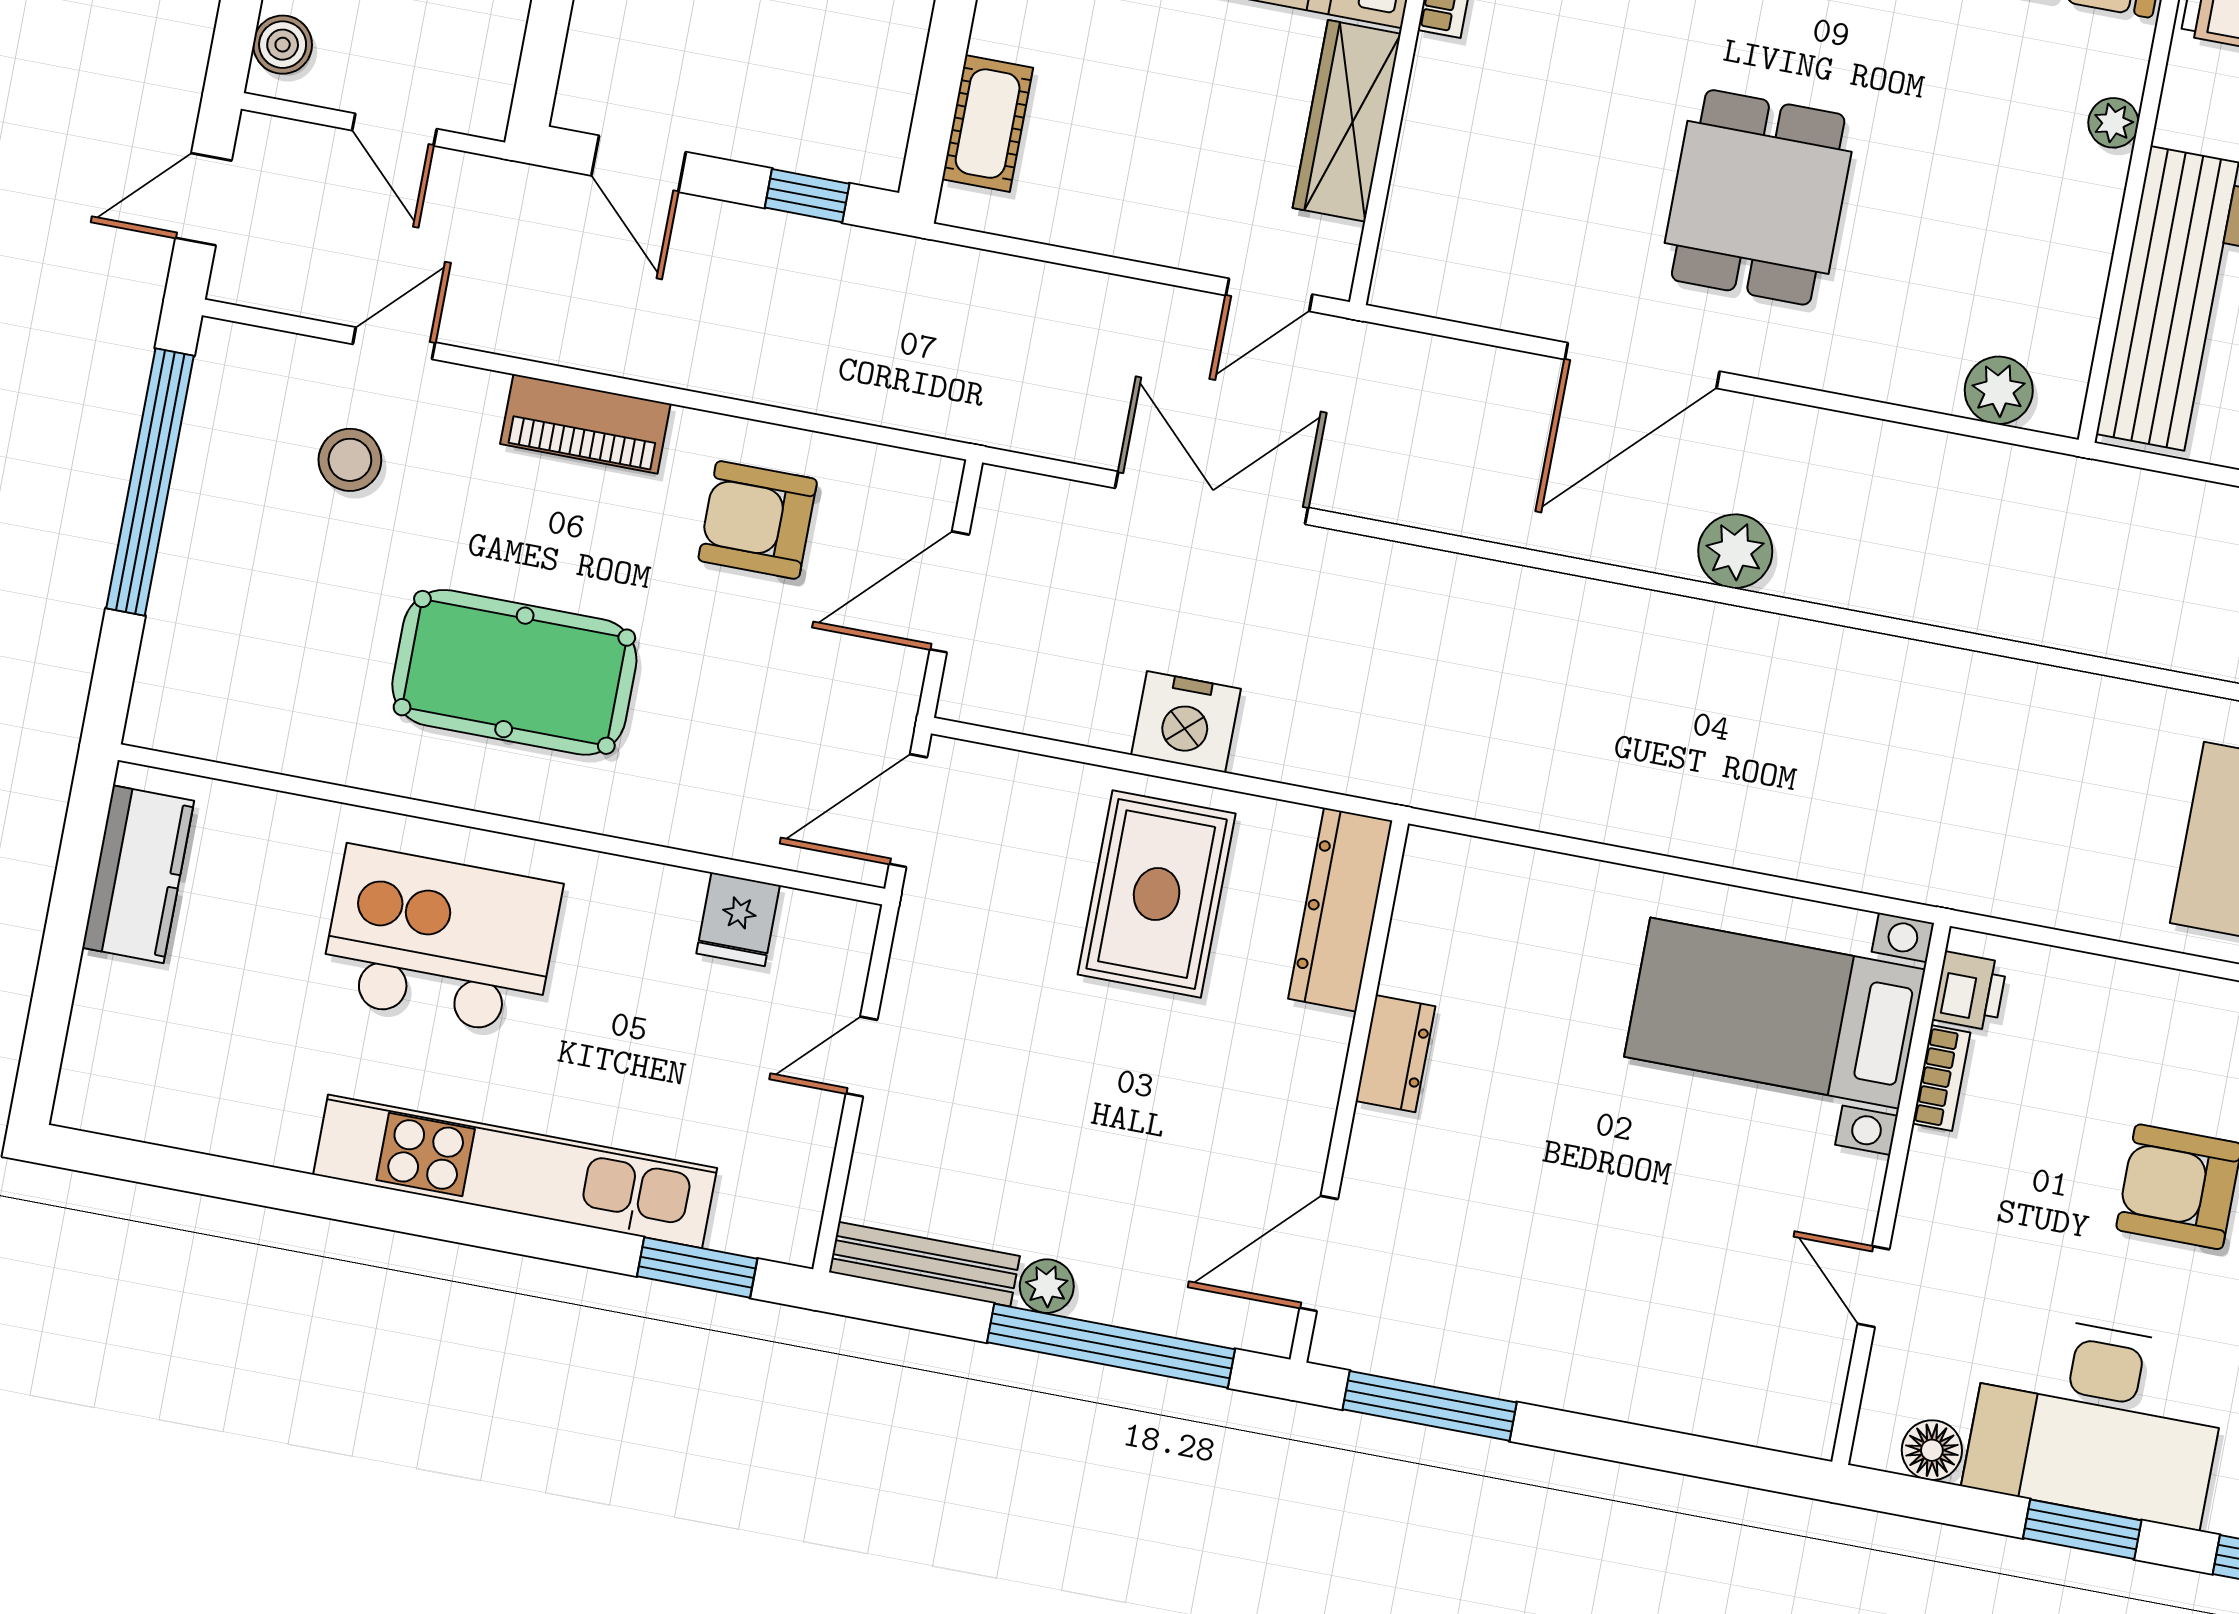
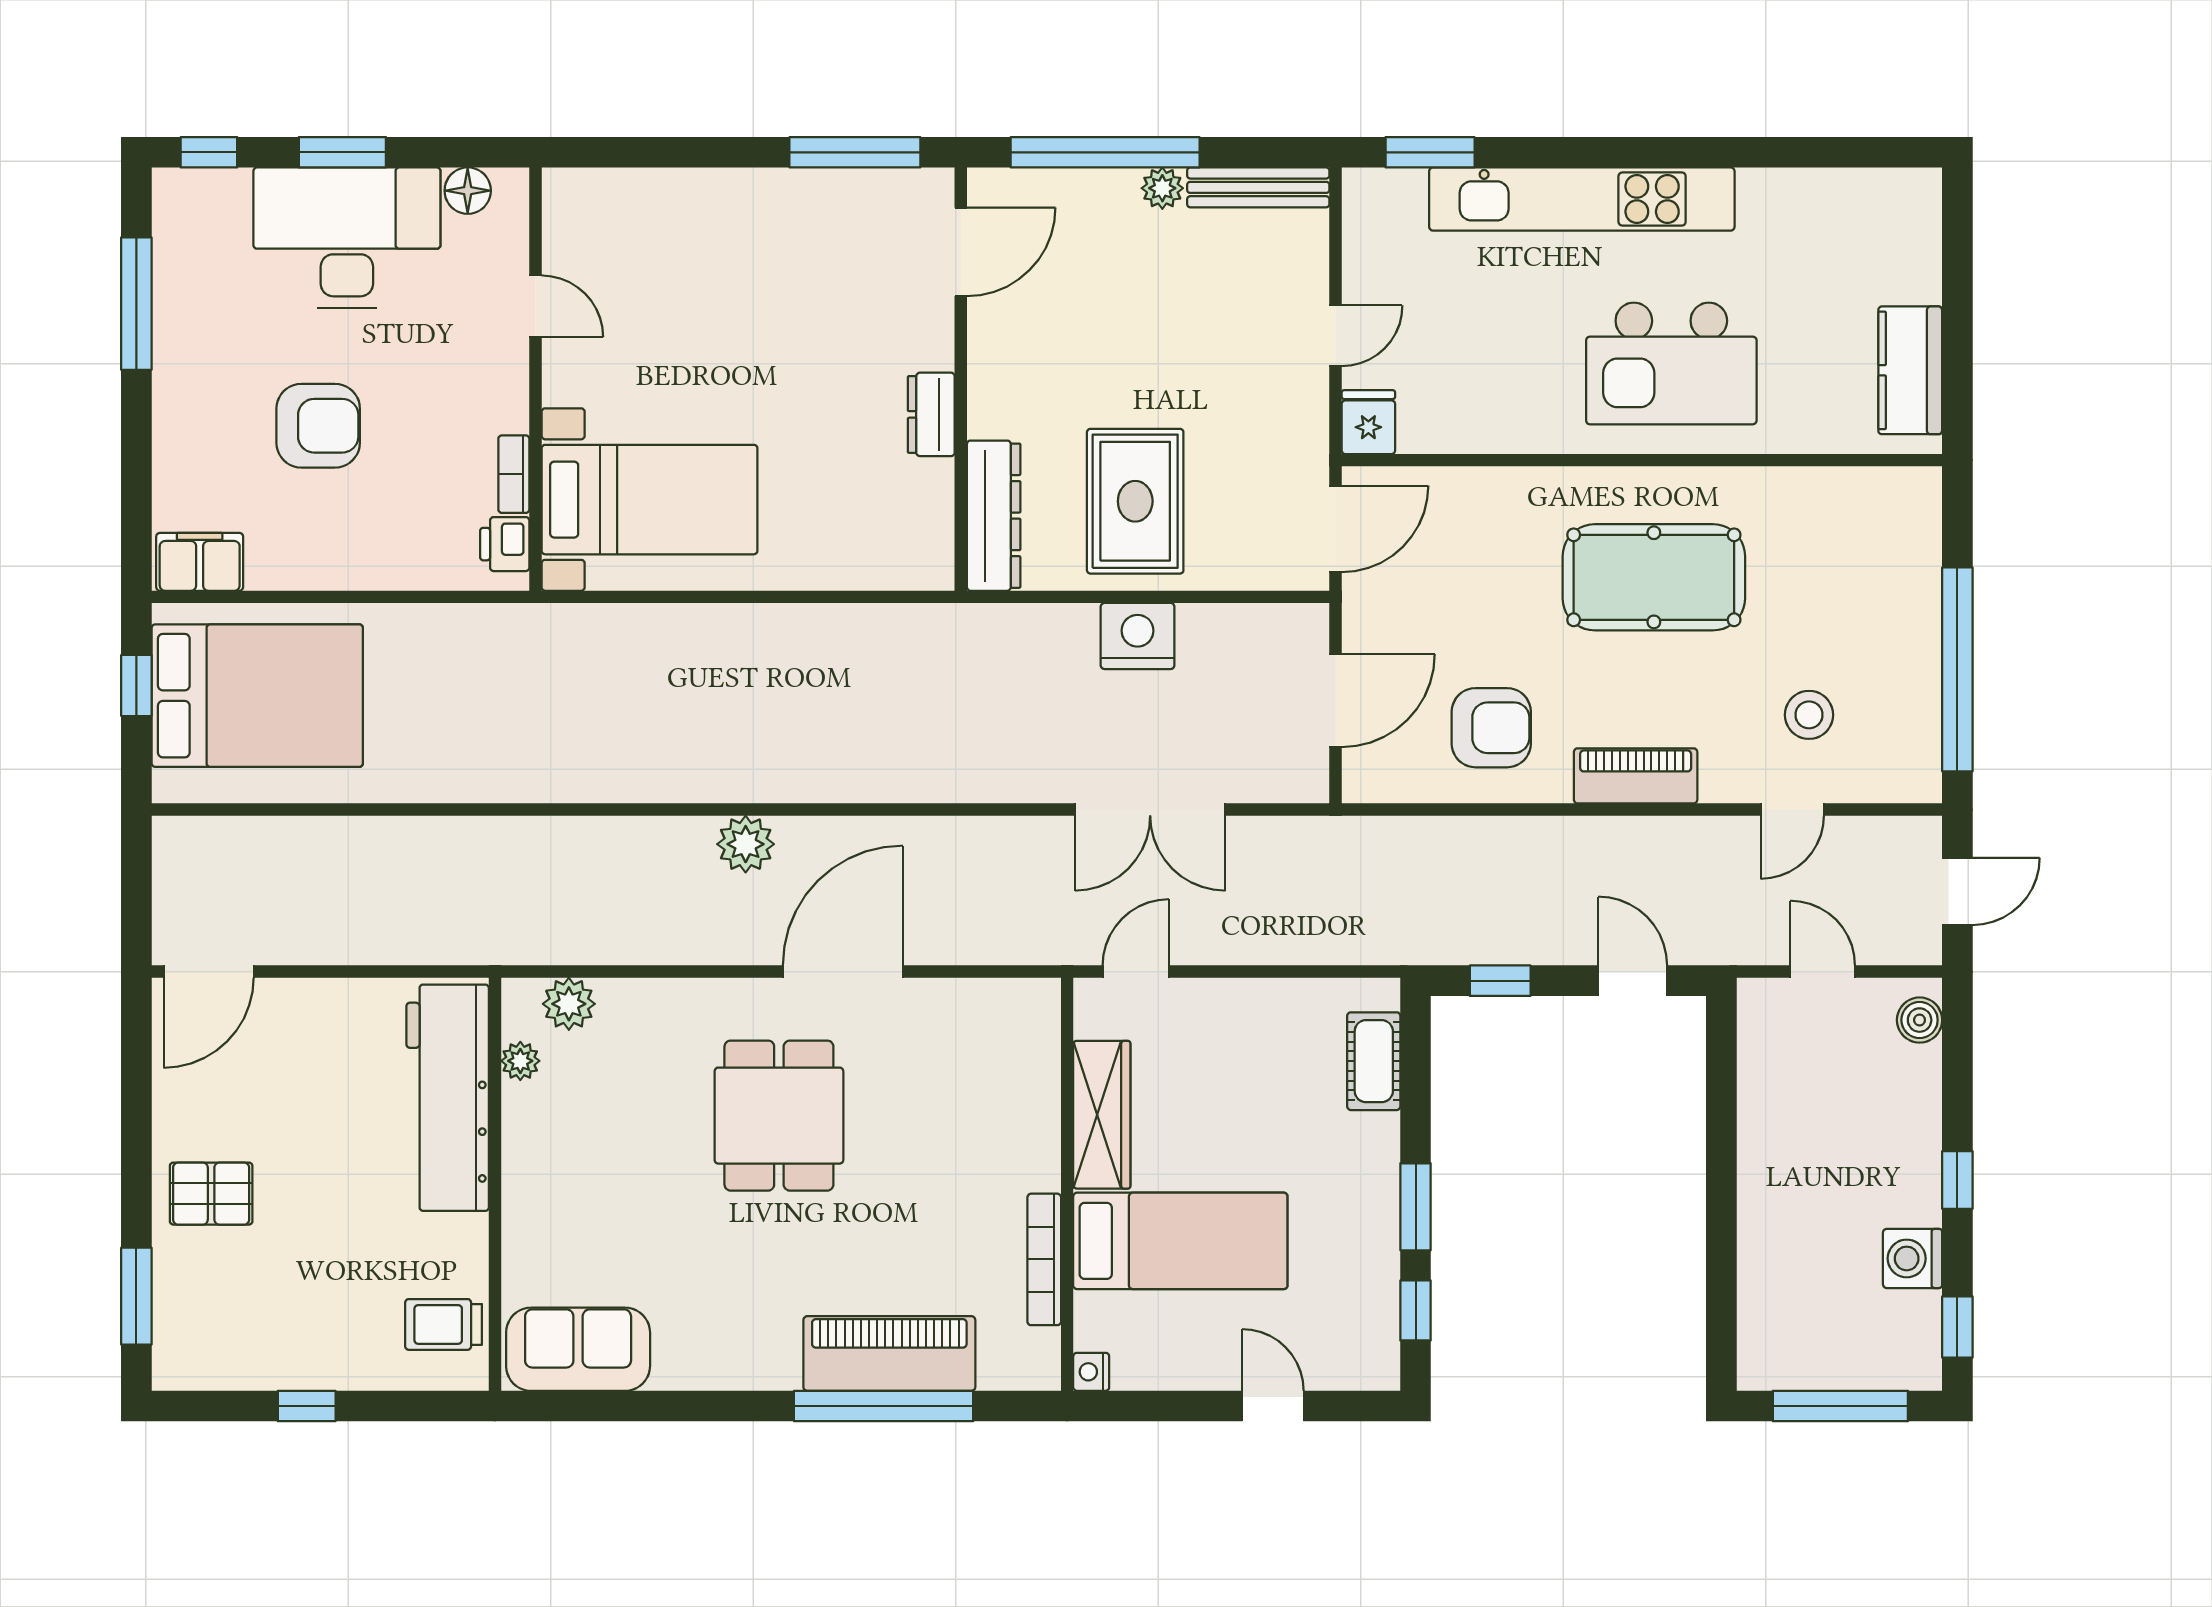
plant: (2113, 123) -> (520, 1061), moved
fridge: (738, 919) -> (1368, 422), moved

